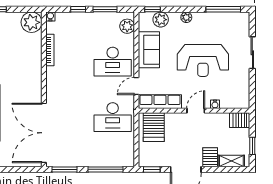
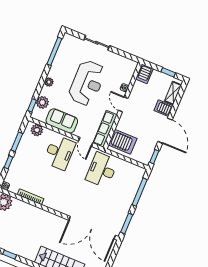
desk: (113, 117) -> (102, 170), turned 180

